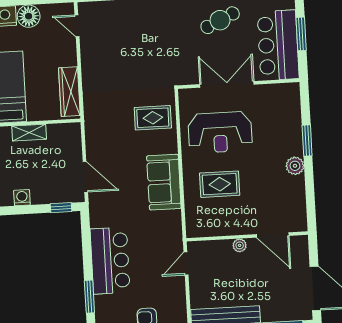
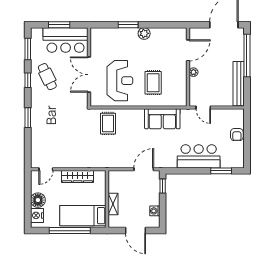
wardrobe: (69, 92) -> (77, 176), moved
sofa: (164, 182) -> (162, 119), moved

